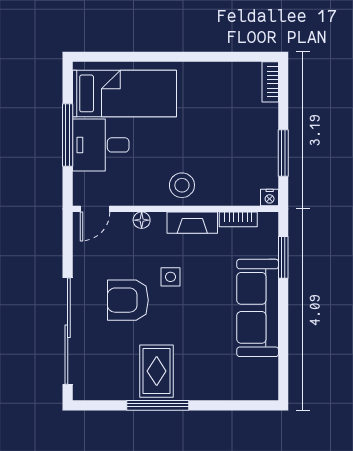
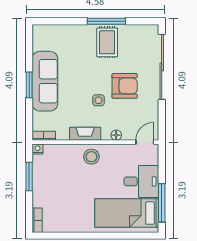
window: (68, 135) -> (162, 203), moved
bookcase: (238, 219) -> (44, 136), moved
window: (283, 257) -> (29, 85), moved

